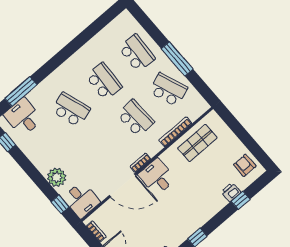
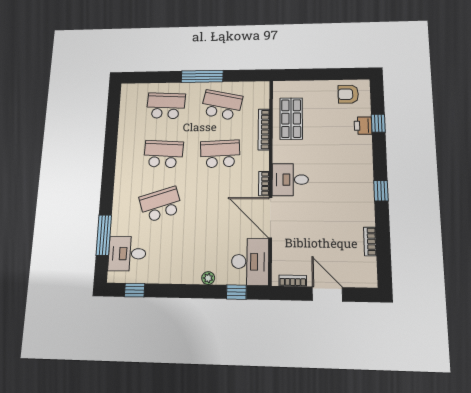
school desk: (168, 90) -> (222, 105), turned 33
plant: (57, 177) -> (208, 278), width x0.53, depth x0.53
door: (122, 185) -> (270, 218), swing flipped
desk: (81, 200) -> (250, 262), width x1.37

